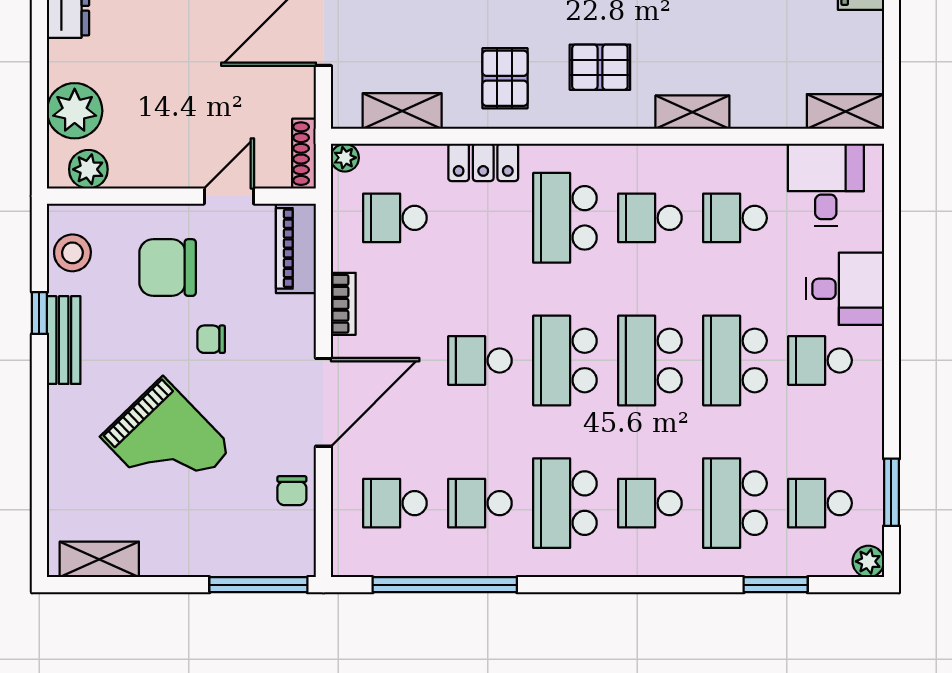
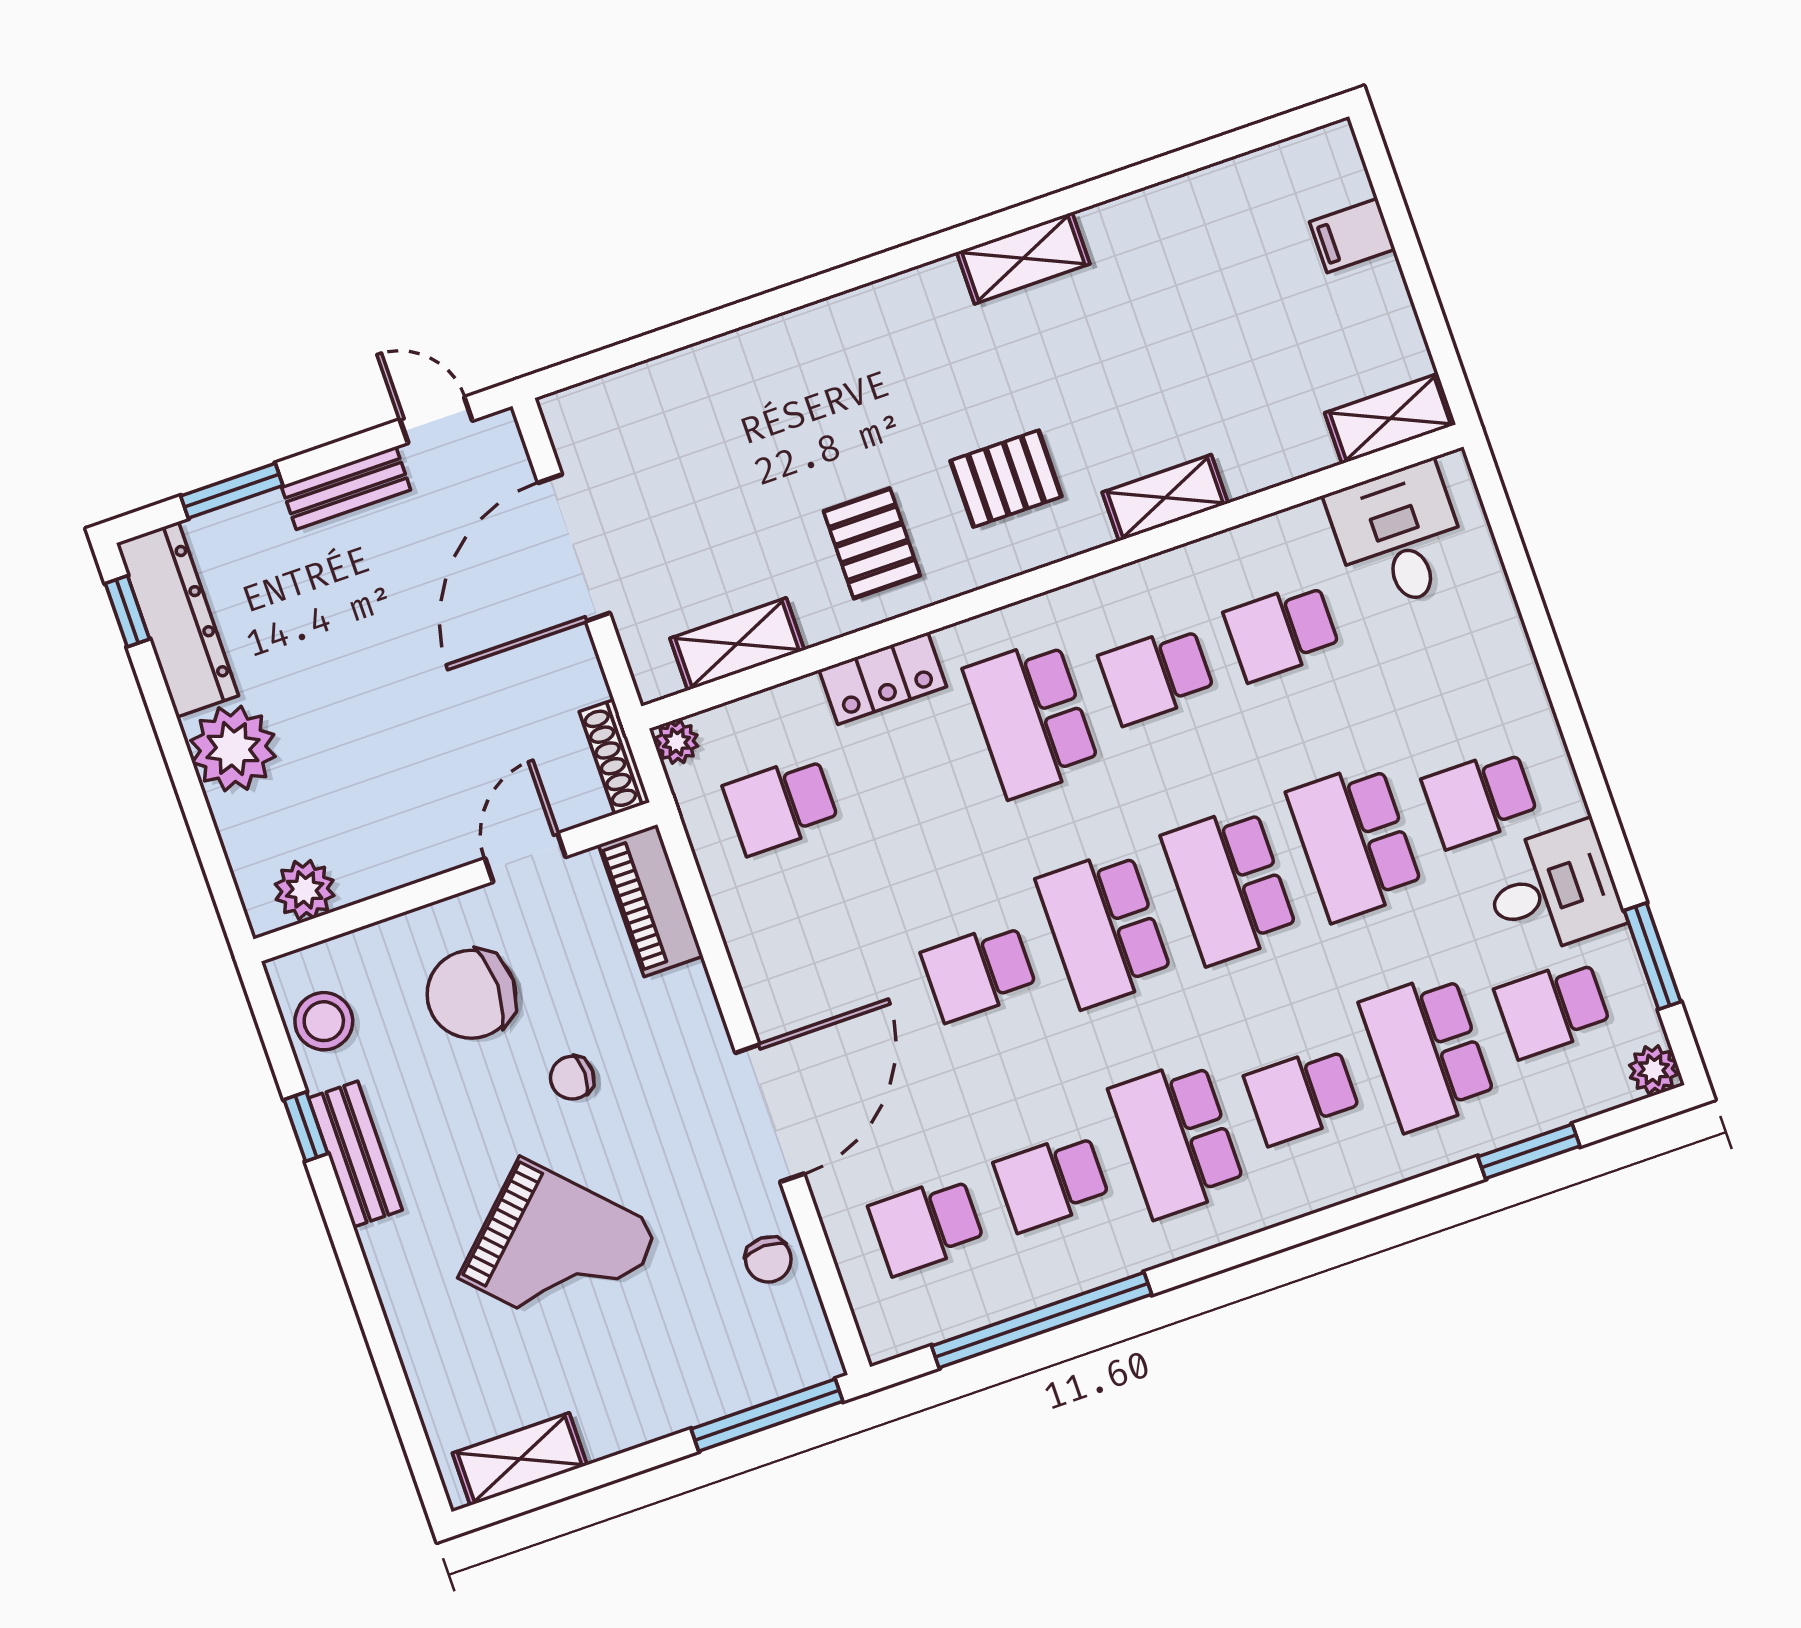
plant: (75, 111) -> (233, 749), moved
desk: (845, 289) -> (1553, 889), moved
bookcase: (343, 304) -> (749, 958), removed

